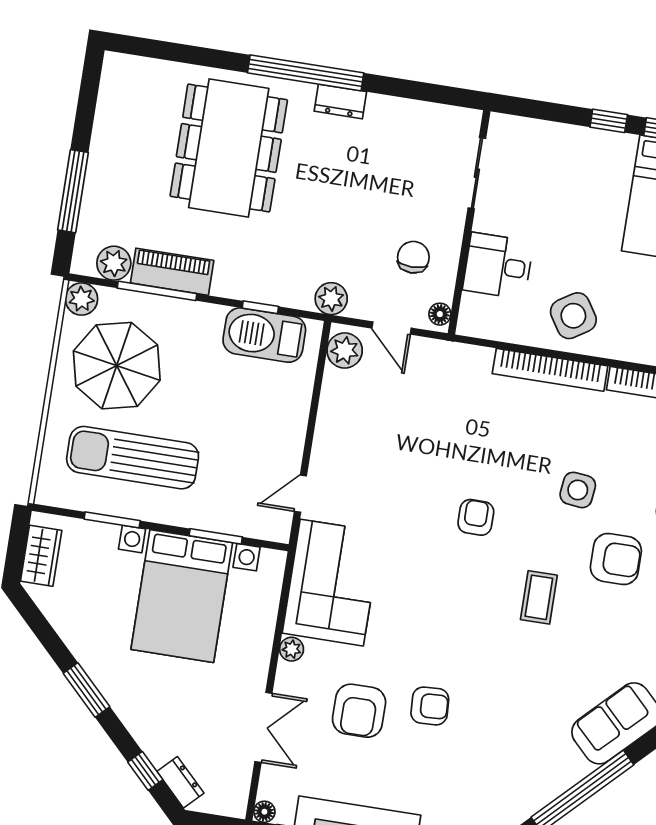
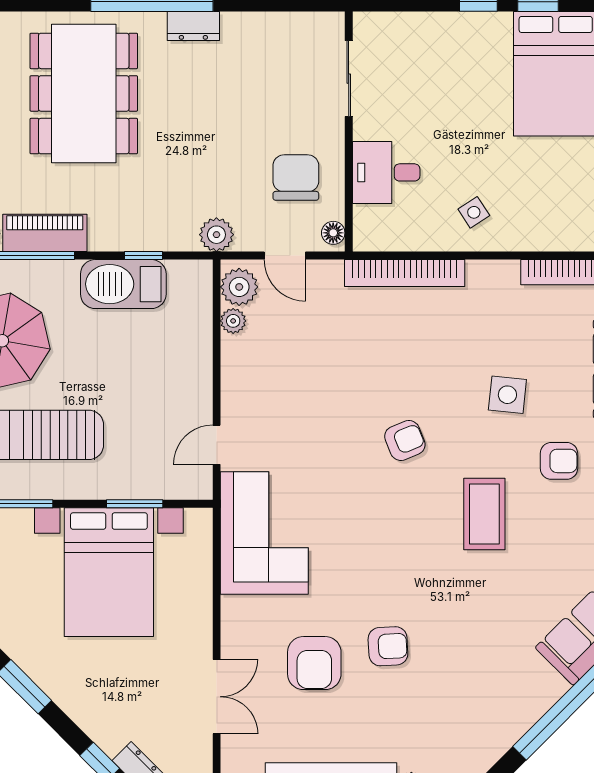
chair: (413, 257) -> (296, 178), width x1.37, depth x1.37
side table: (573, 316) -> (474, 212), width x0.54, depth x0.54
barbecue: (264, 335) -> (123, 284), moved
bookcase: (550, 370) -> (405, 273), moved
armchair: (476, 517) -> (405, 440), turned 68
armchair: (616, 559) -> (559, 461), width x0.72, depth x0.72
coffee table: (539, 597) -> (484, 514), width x1.36, depth x1.30
plant: (292, 649) -> (233, 321), moved

